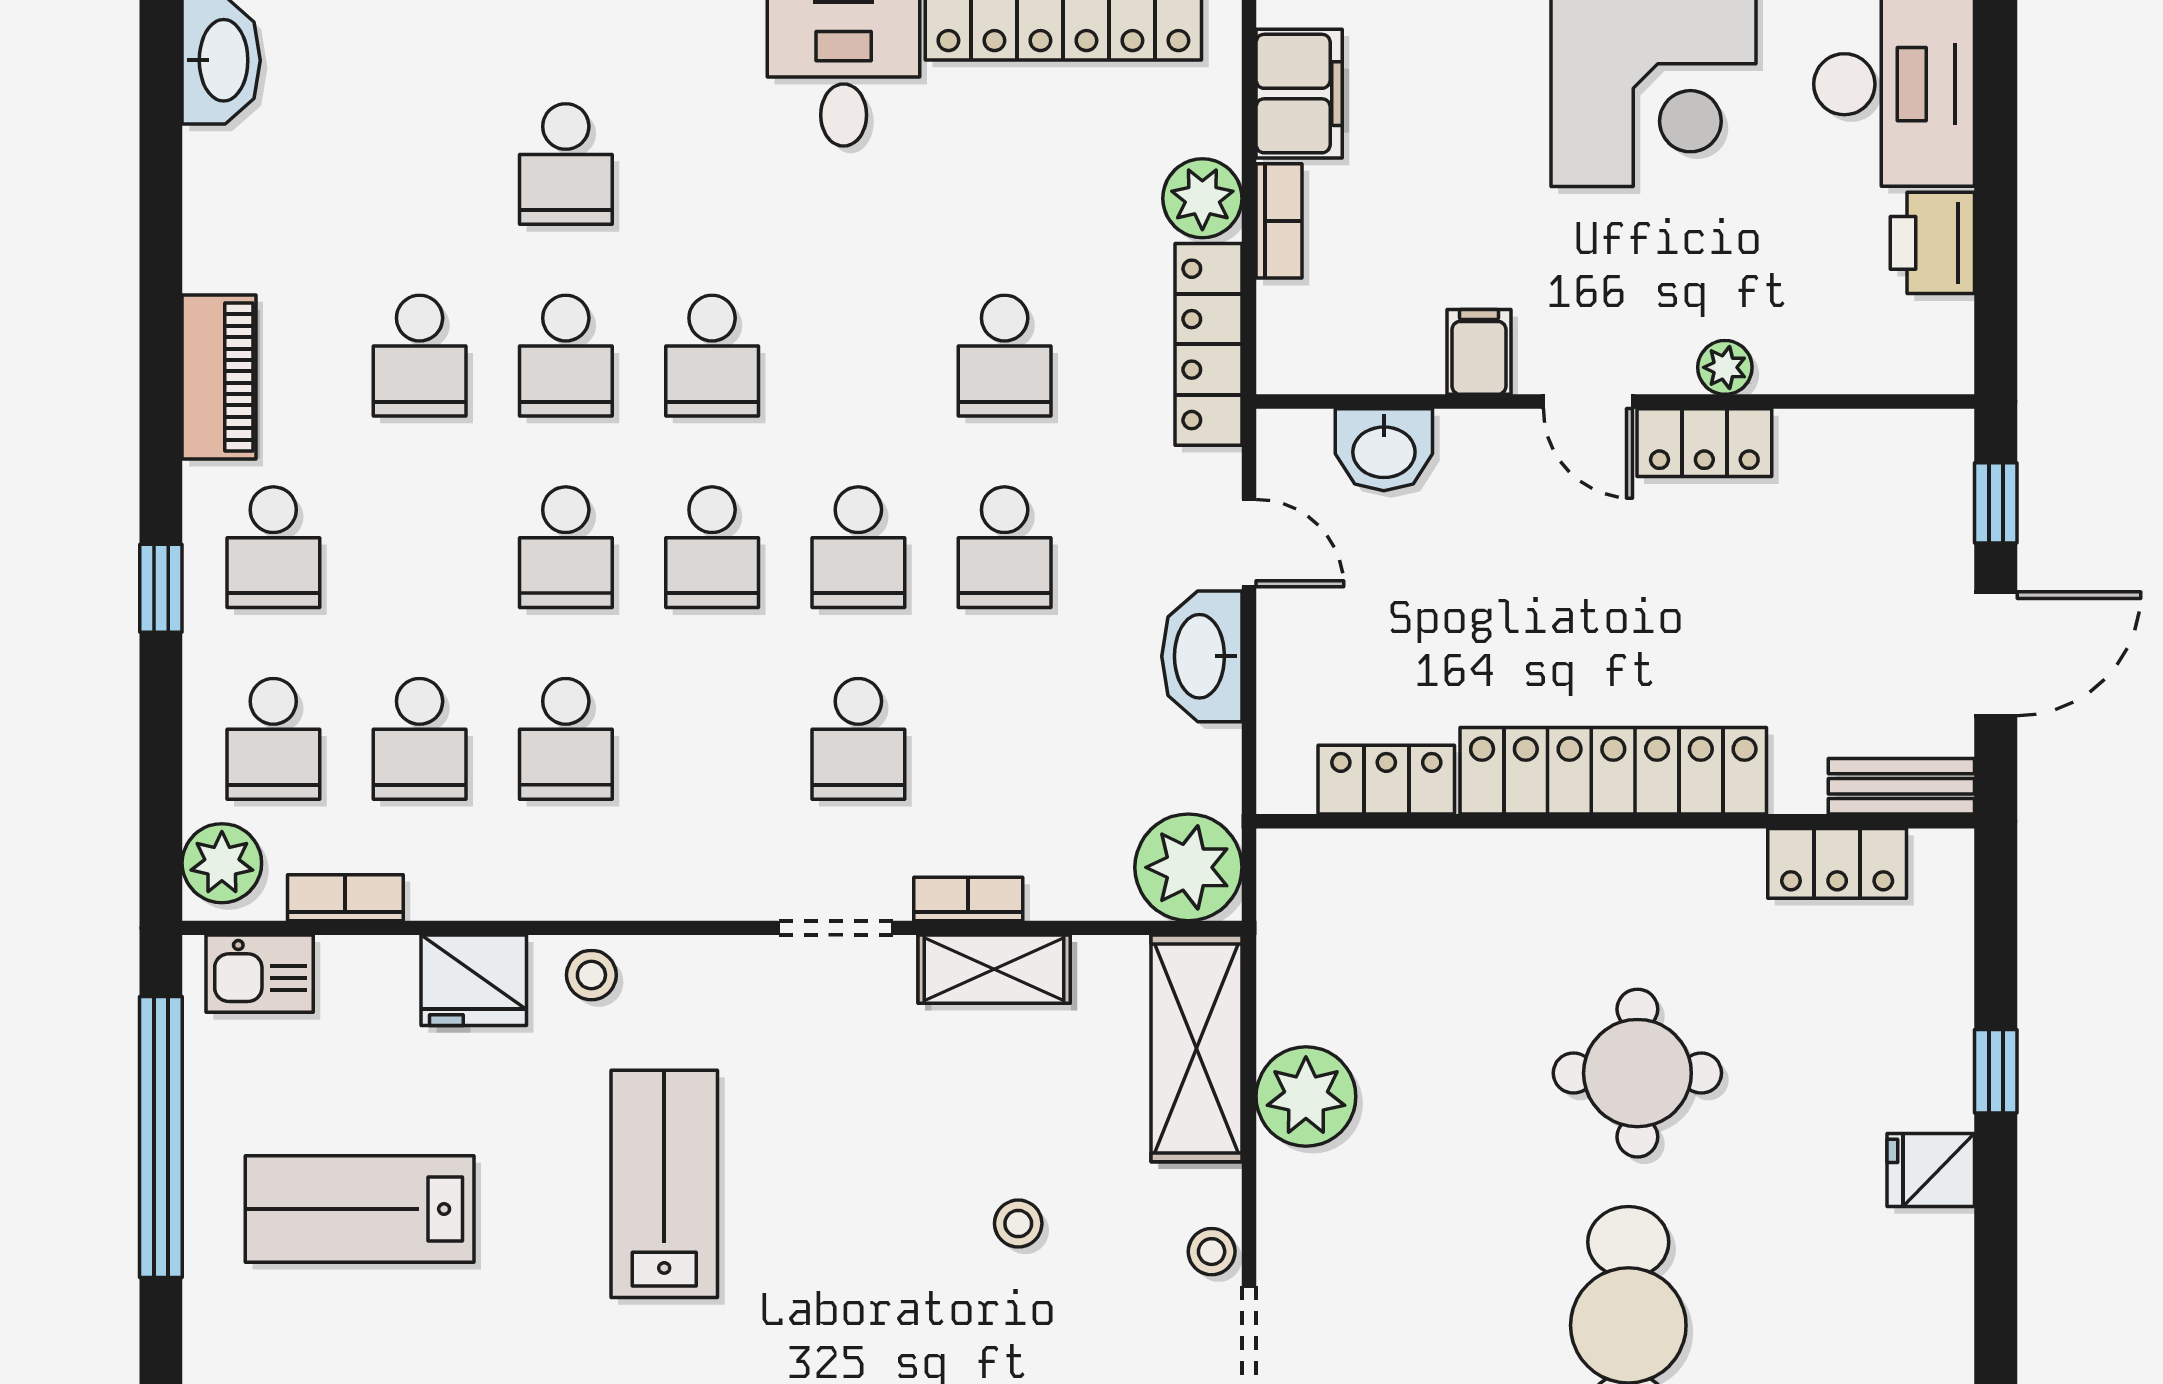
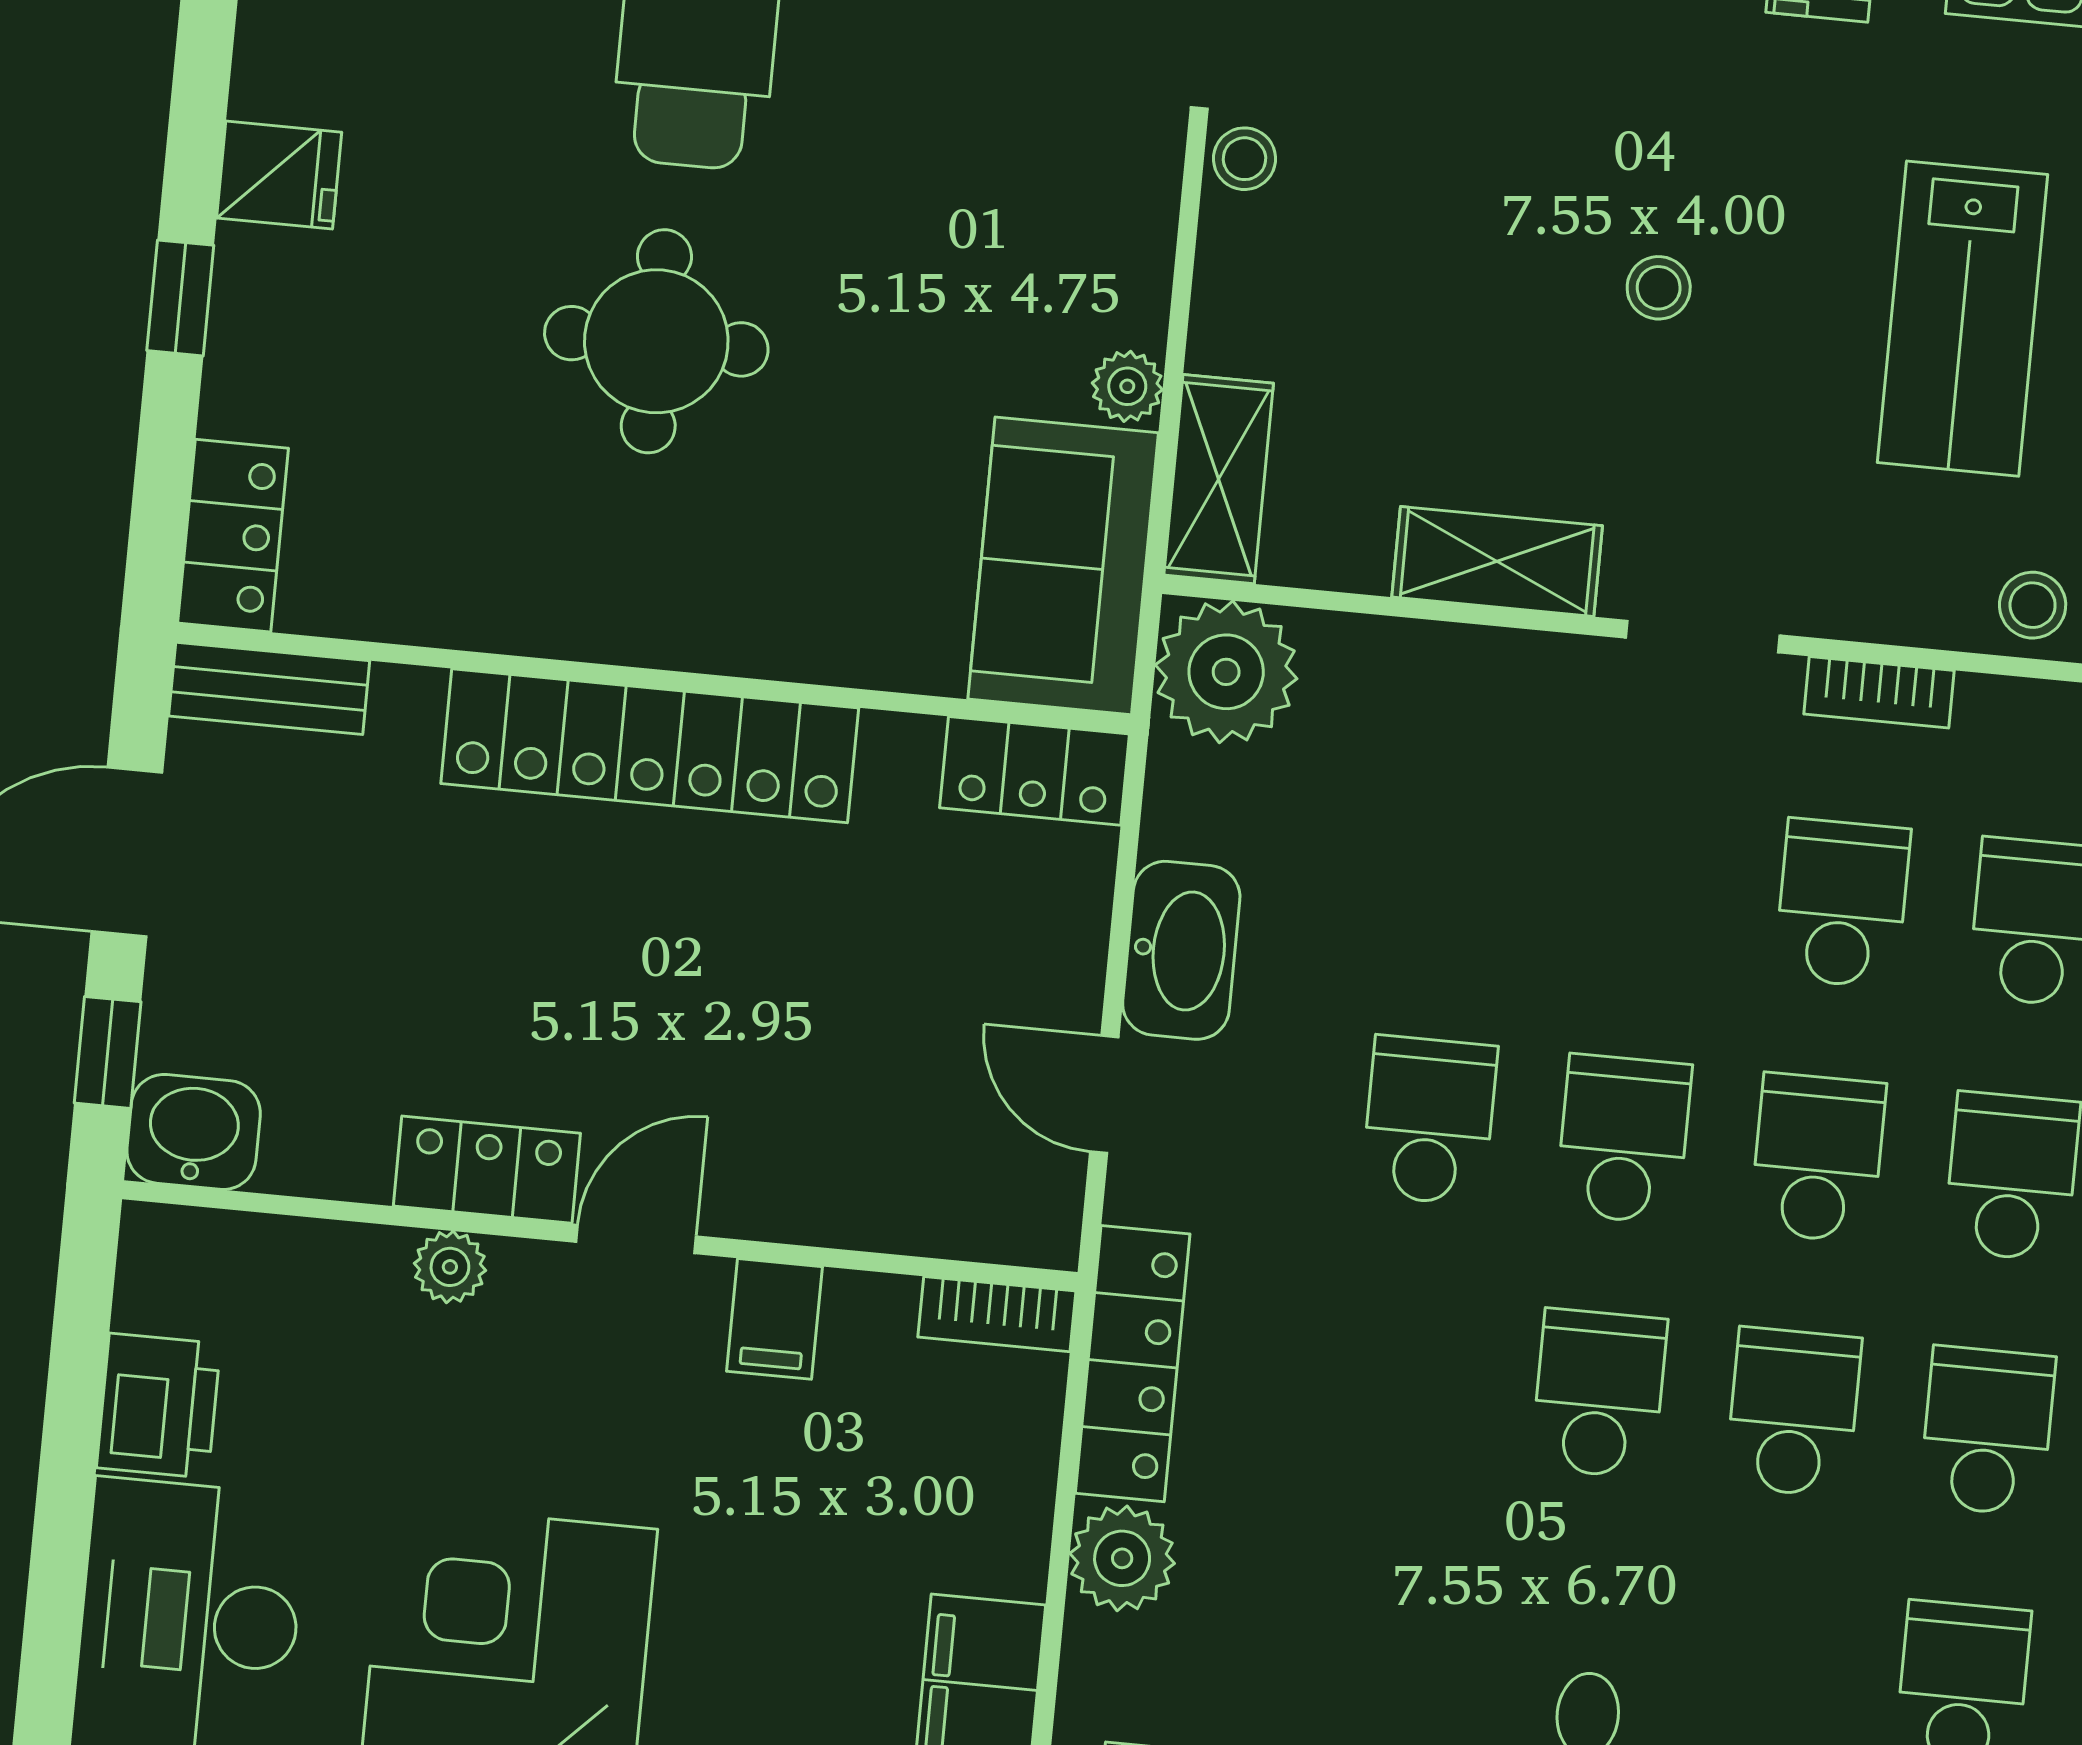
bookcase: (1279, 221) -> (997, 1314), moved, turned -90
school desk: (1005, 356) -> (1599, 1393), moved
door: (1588, 402) -> (636, 1239), hinge flipped
washbasin: (1384, 450) -> (194, 1132), moved
school desk: (858, 739) -> (1842, 903), moved
locker: (1386, 780) -> (1035, 771), moved
locker: (1837, 863) -> (233, 536), moved, turned 90
bookcase: (968, 899) -> (1879, 692), moved
sofa: (1318, 935) -> (1063, 566), added
shelving: (1197, 1048) -> (1219, 479), width x0.67, depth x0.75
plant: (1306, 1097) -> (1127, 386), width x0.53, depth x0.53
stool: (1018, 1224) -> (1659, 288), moved

